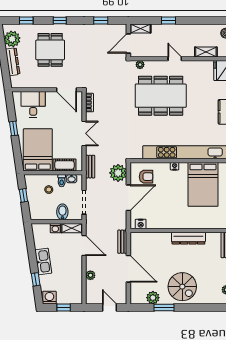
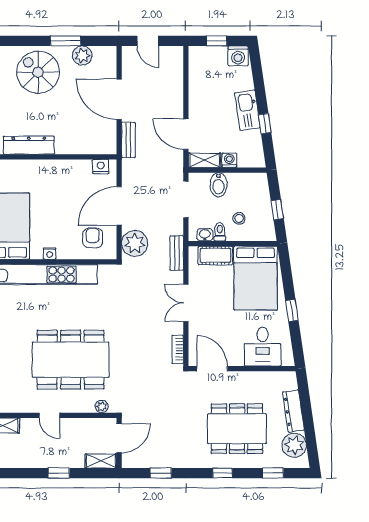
dining table: (50, 50) -> (237, 429), width x1.38
armchair: (146, 177) -> (93, 238), turned 90
plant: (90, 275) -> (176, 89), removed
window: (36, 279) -> (265, 124), moved

